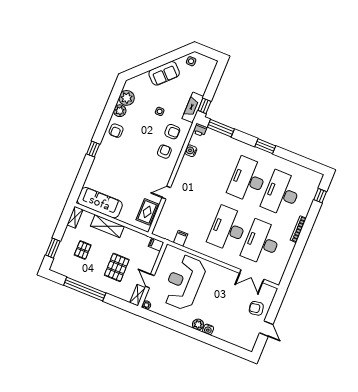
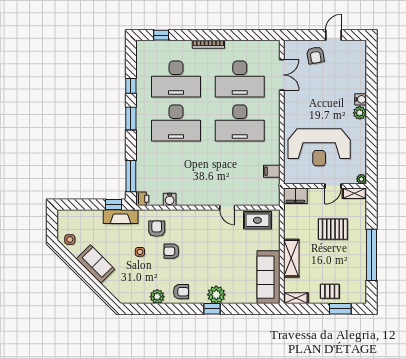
plant: (127, 98) -> (216, 295), moved
armchair: (164, 152) -> (171, 251), moved
window: (290, 156) -> (131, 86), added
filing cabinet: (156, 244) -> (295, 196), width x2.00
pallet: (83, 250) -> (330, 291), moved

